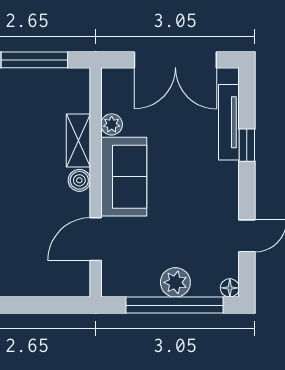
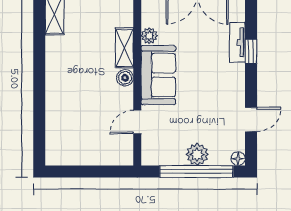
tv unit: (229, 122) -> (237, 42), width x0.71
door: (96, 239) -> (137, 122), width x0.73

